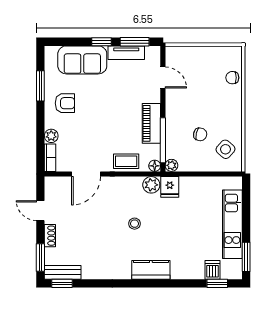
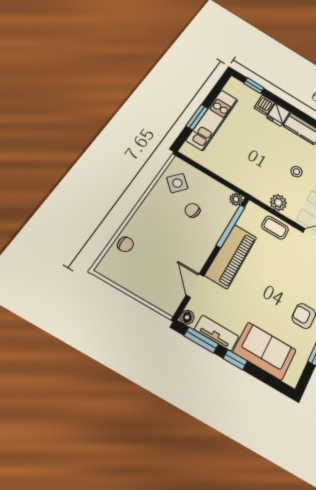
piano: (151, 123) -> (231, 256), width x1.37, depth x1.33
floor lamp: (155, 166) -> (187, 317), moved
plant: (151, 185) -> (278, 203), moved
fridge: (170, 187) -> (278, 115), moved, turned 180
window: (246, 257) -> (197, 117), moved
dishwasher: (213, 270) -> (264, 105), moved

